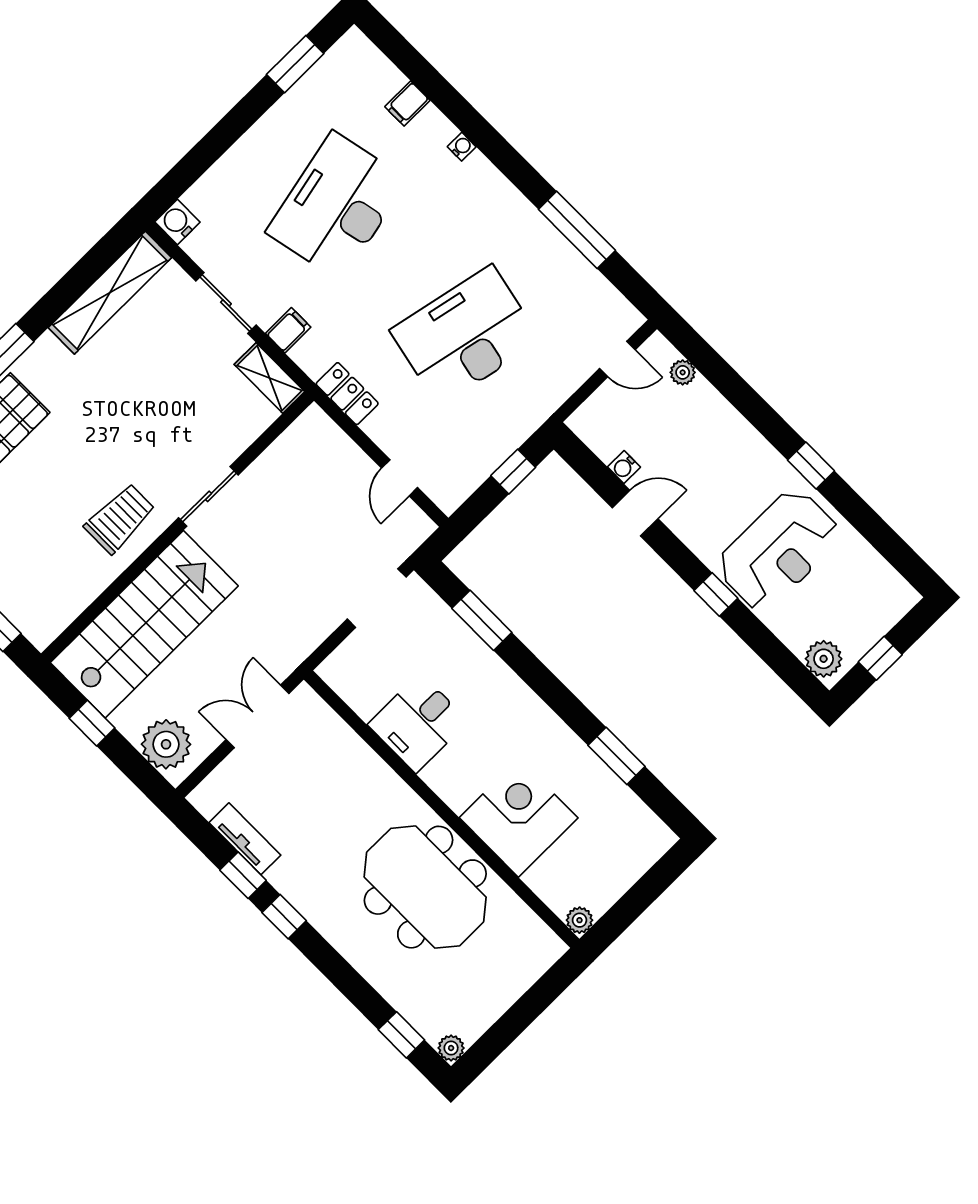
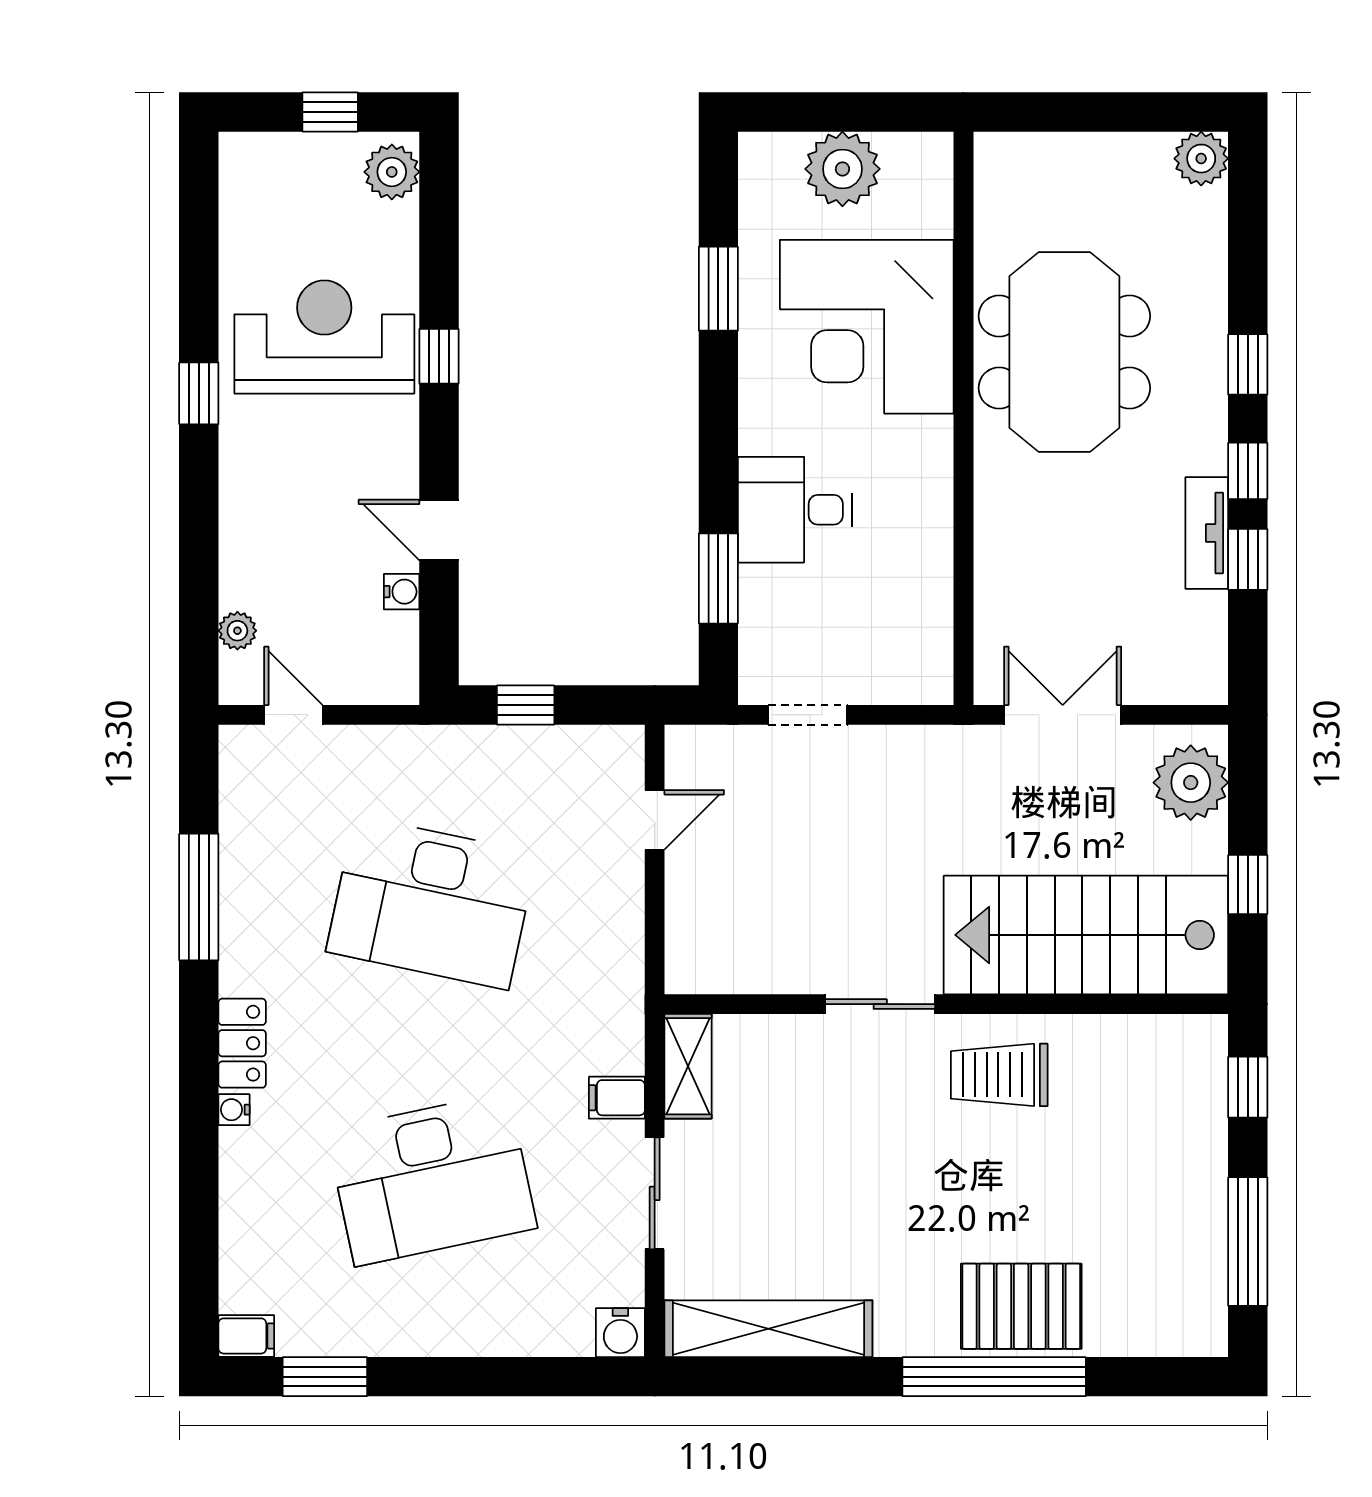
filing cabinet: (407, 104) -> (246, 1336), moved
locker: (347, 394) -> (242, 1043), moved, turned 180
doorway: (377, 598) -> (808, 715), width x0.73
double door: (257, 716) -> (1063, 715), swing flipped
desk: (418, 723) -> (795, 510), moved, turned 180
corner desk: (519, 818) -> (867, 327), width x1.36, depth x1.36
tv unit: (245, 839) -> (1207, 533), moved
plant: (579, 920) -> (842, 169), moved, width x1.88, depth x1.88
window: (401, 1035) -> (1248, 364), moved
plant: (451, 1048) -> (1201, 159), width x1.38, depth x1.38

